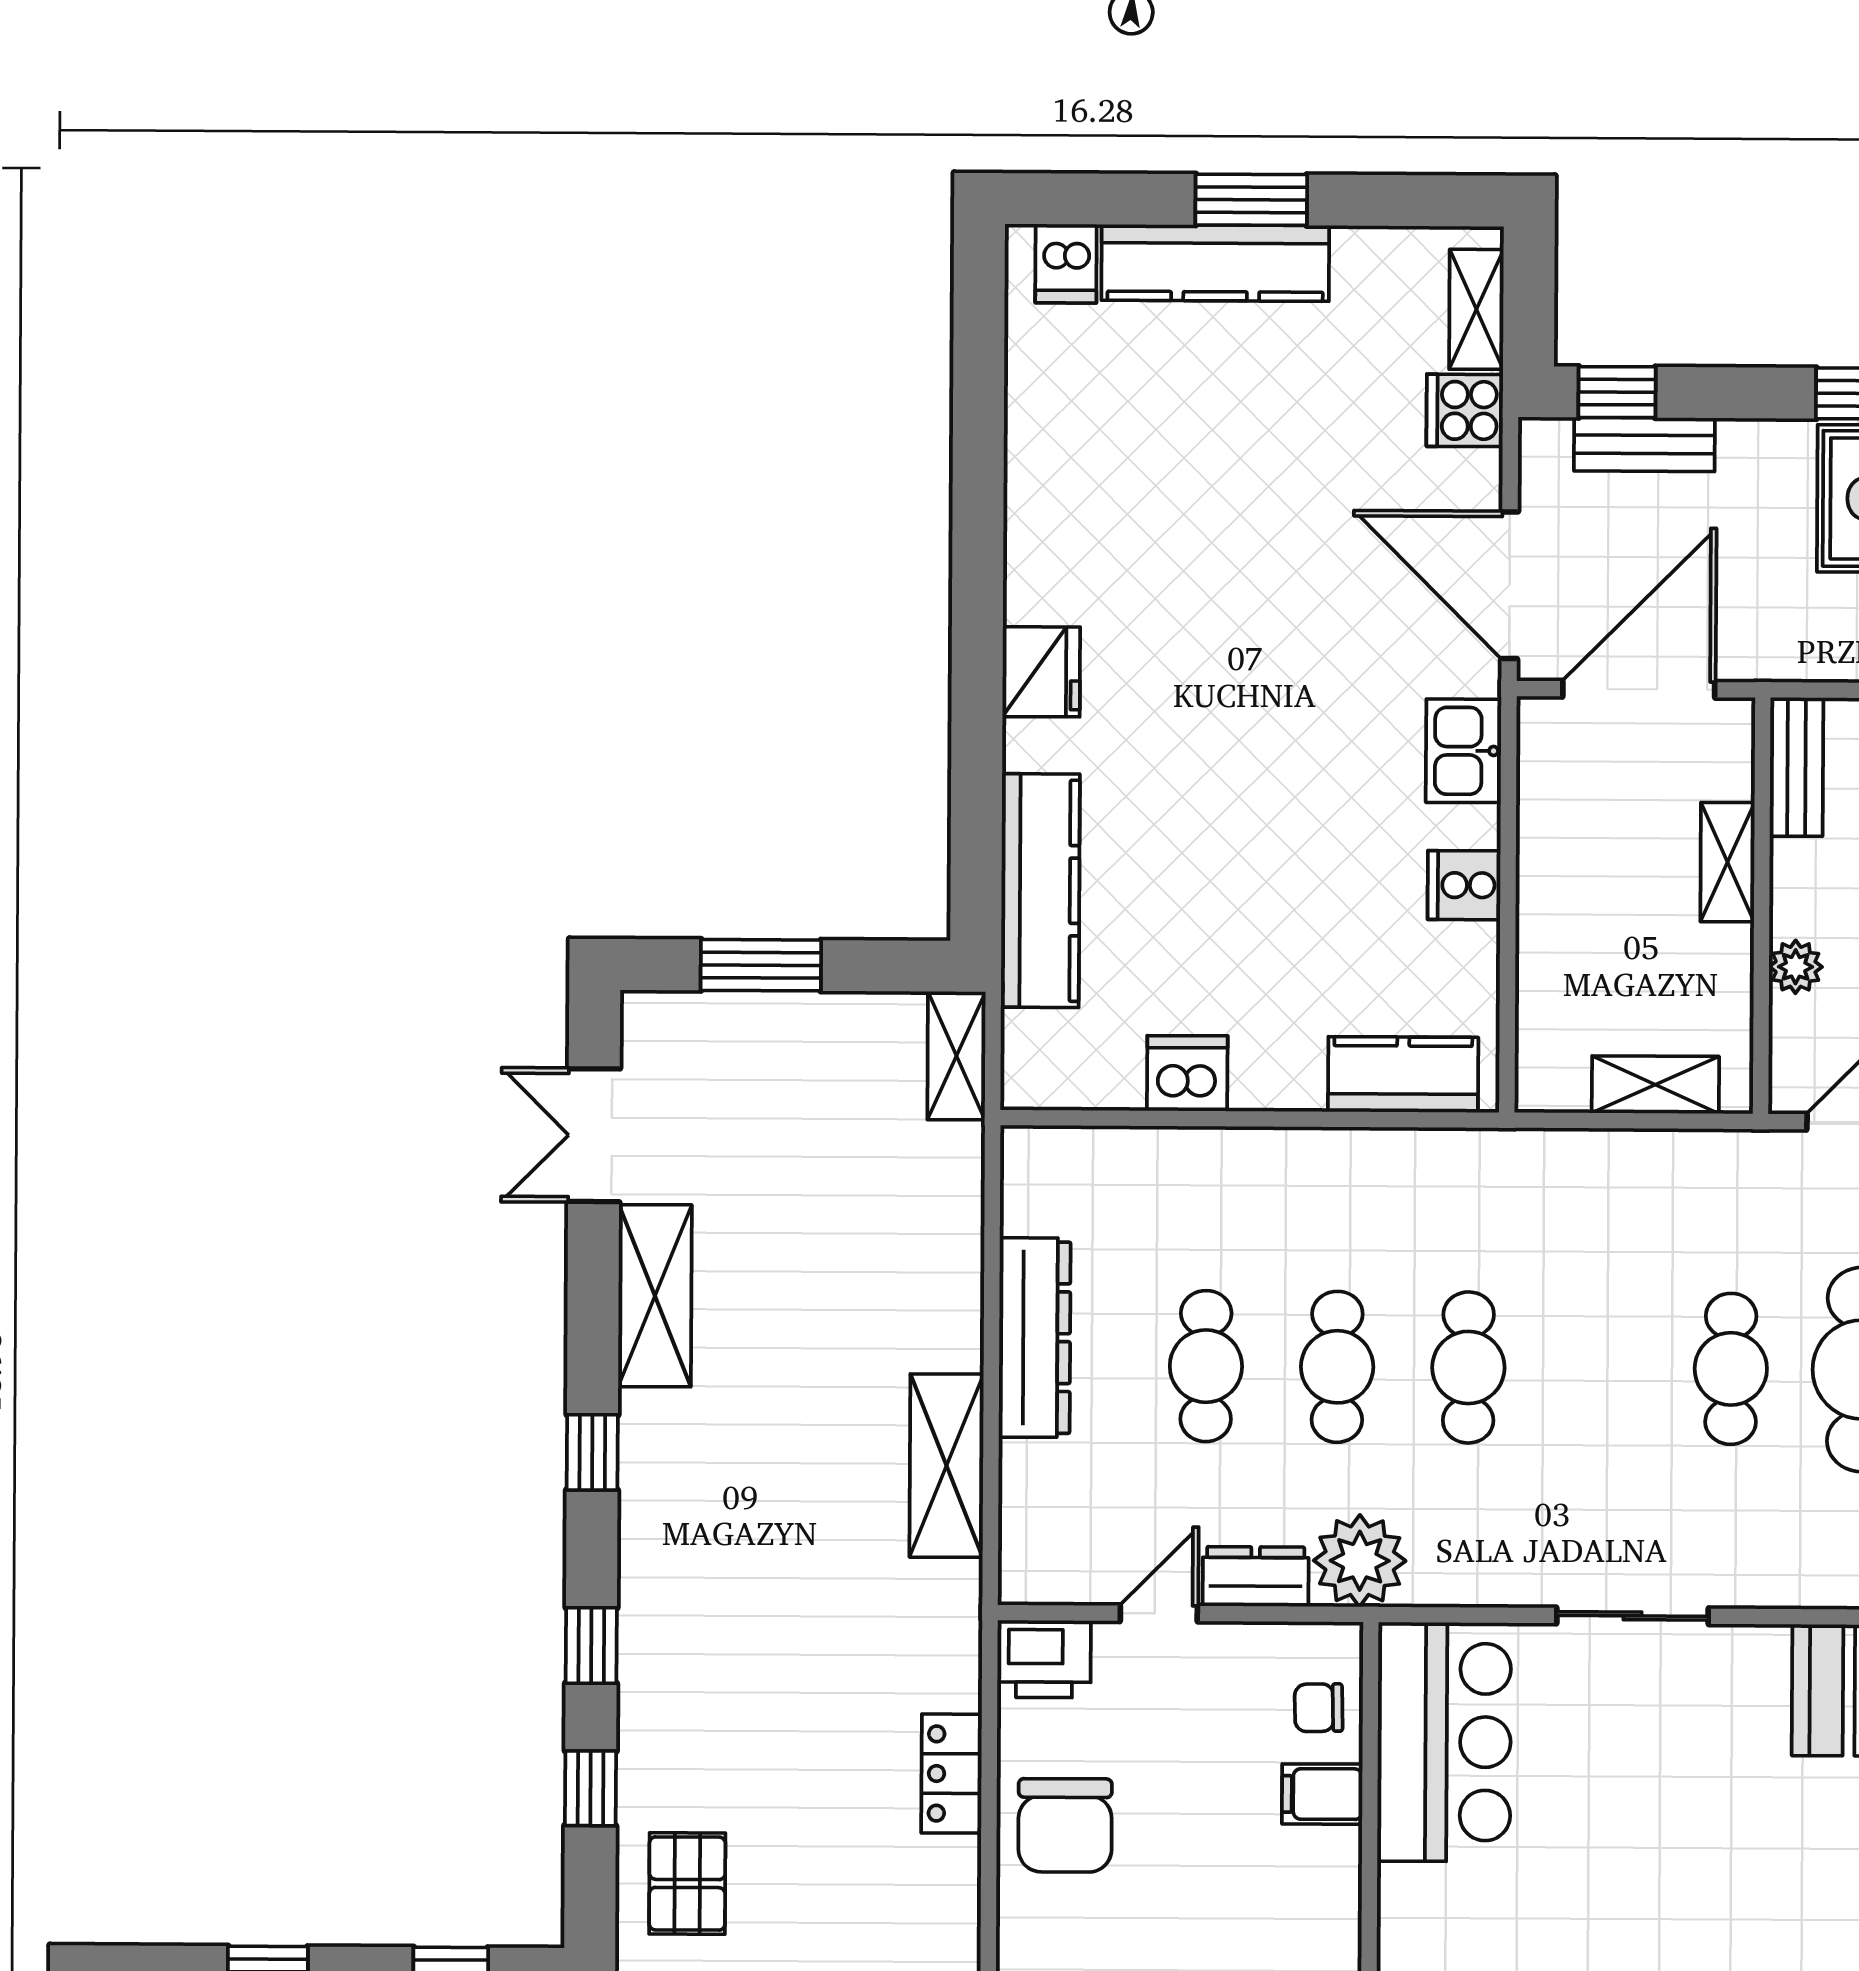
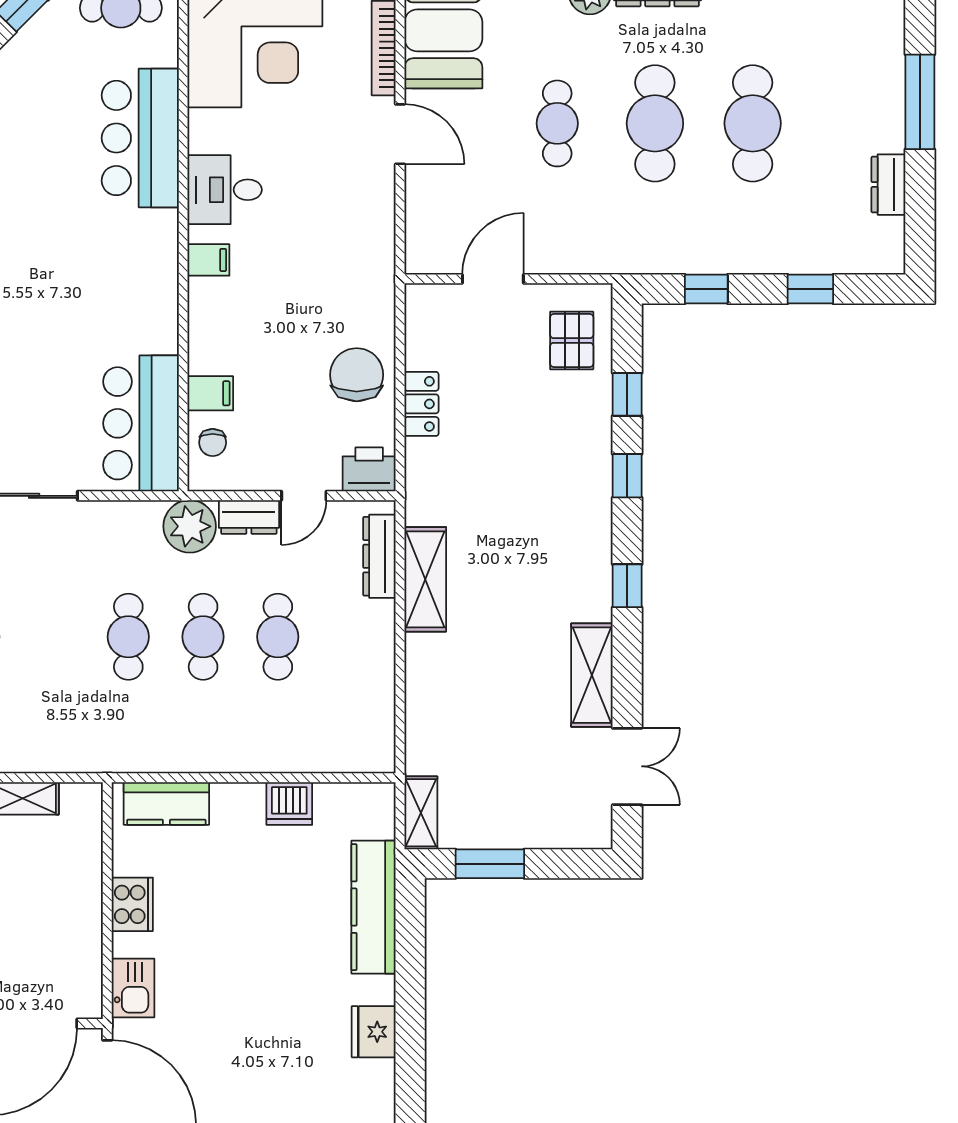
cooker: (1464, 885) -> (132, 904), width x1.36
window: (761, 965) -> (490, 864), moved
dresser: (1035, 1338) -> (379, 556), moved, width x0.73, depth x0.80
chair: (1319, 1708) -> (213, 443), turned 91

